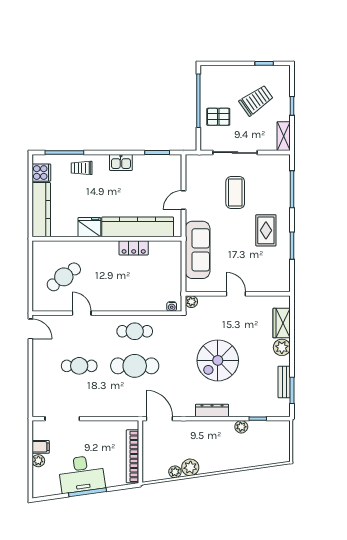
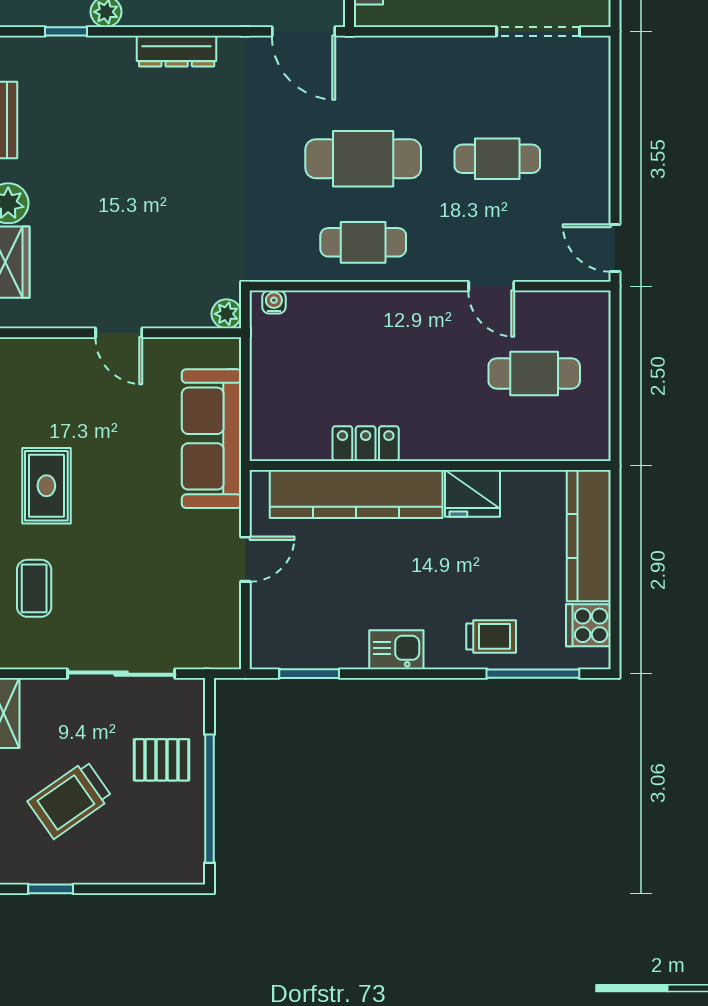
coffee table: (235, 193) -> (34, 588), moved, width x0.73, depth x0.77
cafe table: (64, 277) -> (534, 373), turned 37
spiral stairs: (218, 360) -> (163, 172), removed

